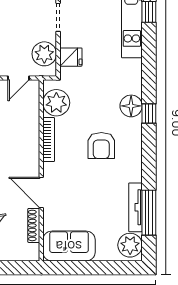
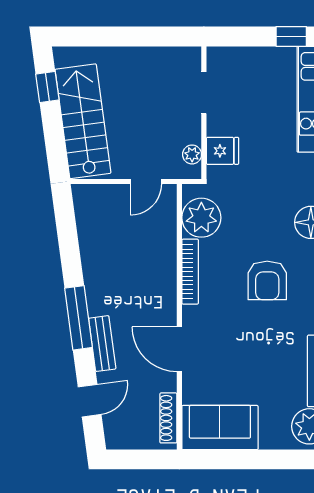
plant: (44, 54) -> (192, 154), width x0.53, depth x0.53
shoe rack: (34, 225) -> (168, 418), moved

